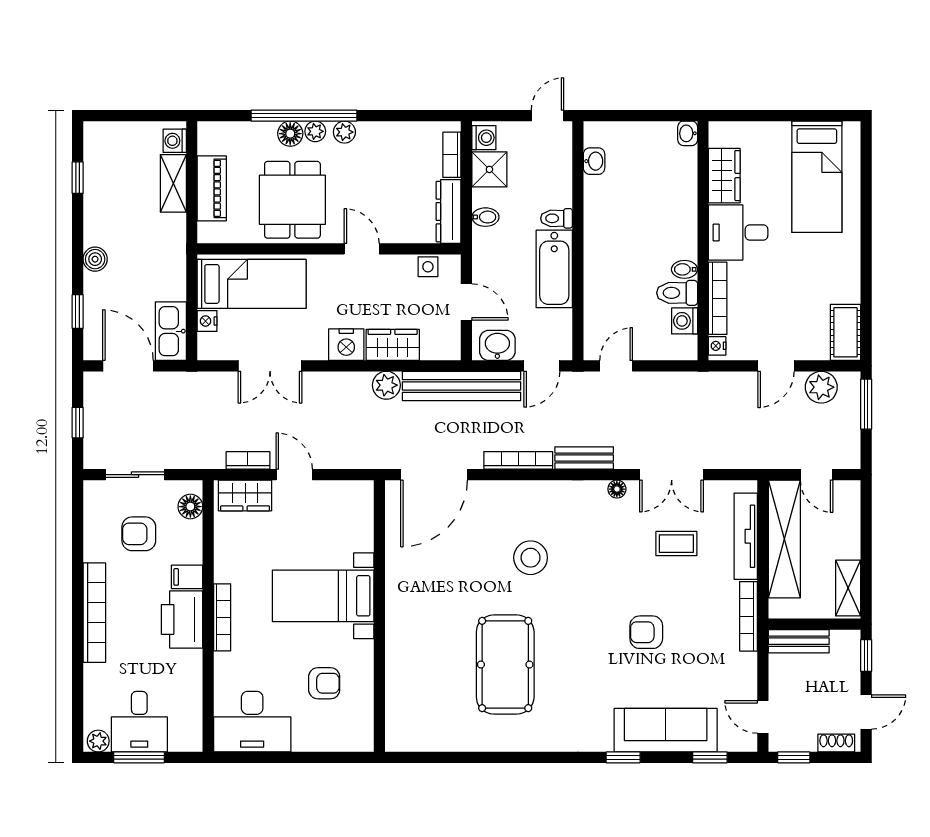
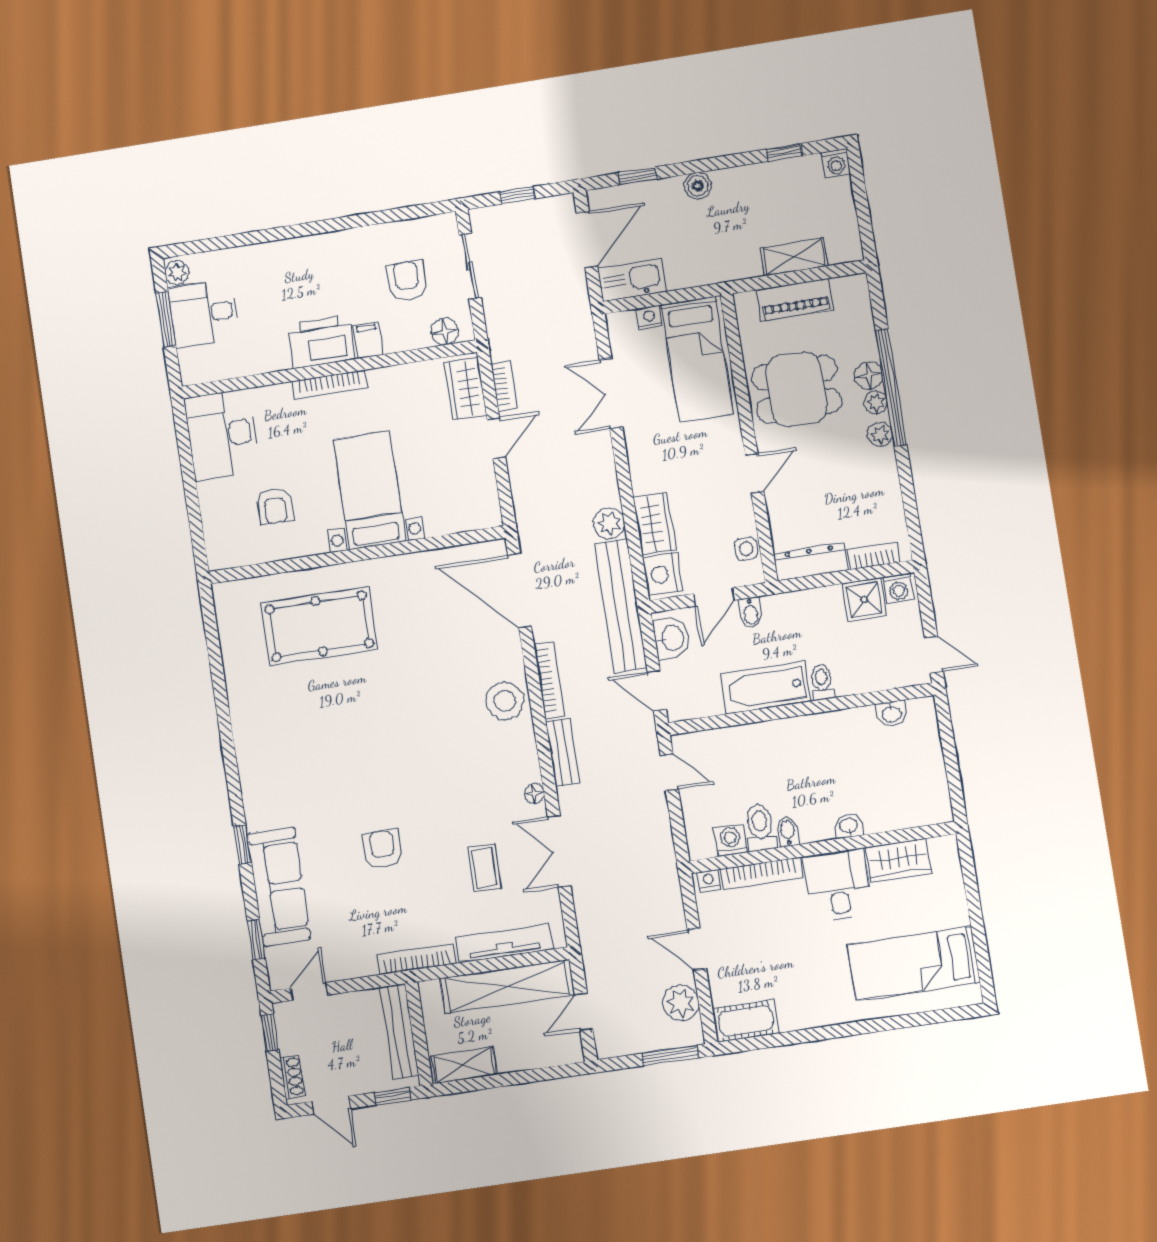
washbasin: (688, 133) -> (849, 826), moved
washing machine: (175, 141) -> (836, 163), moved, turned 180
bidet: (485, 217) -> (751, 613), moved
nightstand: (346, 345) -> (663, 574), moved
stool: (531, 558) -> (505, 701), moved
bookcase: (94, 613) -> (315, 246), removed
bench: (799, 641) -> (399, 1031), width x1.36
pool table: (505, 665) -> (319, 626), moved

